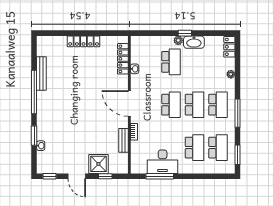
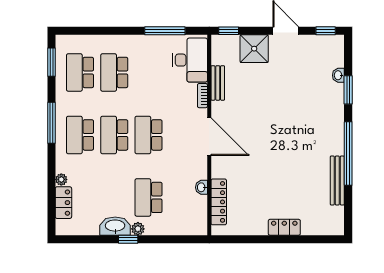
locker: (84, 41) -> (284, 227), width x0.66
locker: (229, 47) -> (63, 203), moved
desk: (163, 162) -> (190, 60), moved, turned 90
window: (105, 176) -> (229, 31), moved

